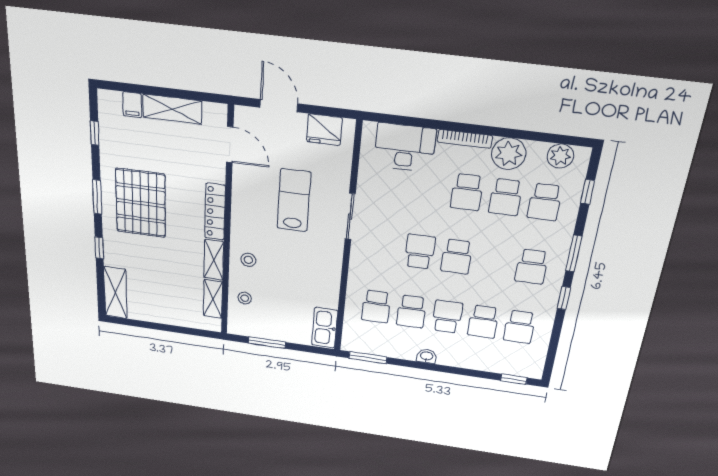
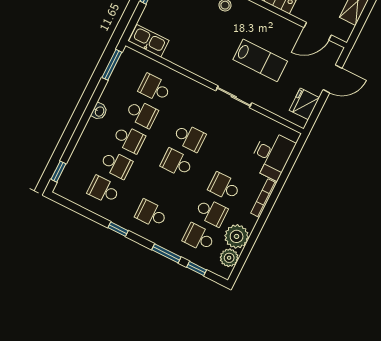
plant: (509, 154) -> (237, 236), moved
school desk: (506, 197) -> (211, 212), turned 180
window: (574, 253) -> (166, 253), moved
school desk: (411, 312) -> (142, 114), turned 180
school desk: (483, 322) -> (116, 165), turned 180

